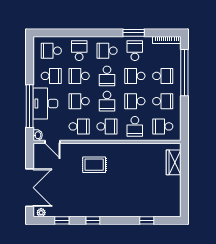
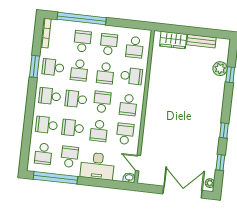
school desk: (107, 51) -> (50, 96), turned 90
school desk: (79, 76) -> (73, 128), turned 90
school desk: (107, 76) -> (76, 99), turned 180
school desk: (107, 101) -> (102, 102), turned -90
window: (30, 106) -> (55, 178), moved
school desk: (107, 126) -> (128, 105), turned 180
door: (52, 142) -> (138, 163), swing flipped
rug: (94, 165) -> (166, 123), removed
bench: (176, 189) -> (201, 41), added
plant: (151, 210) -> (220, 69), added

